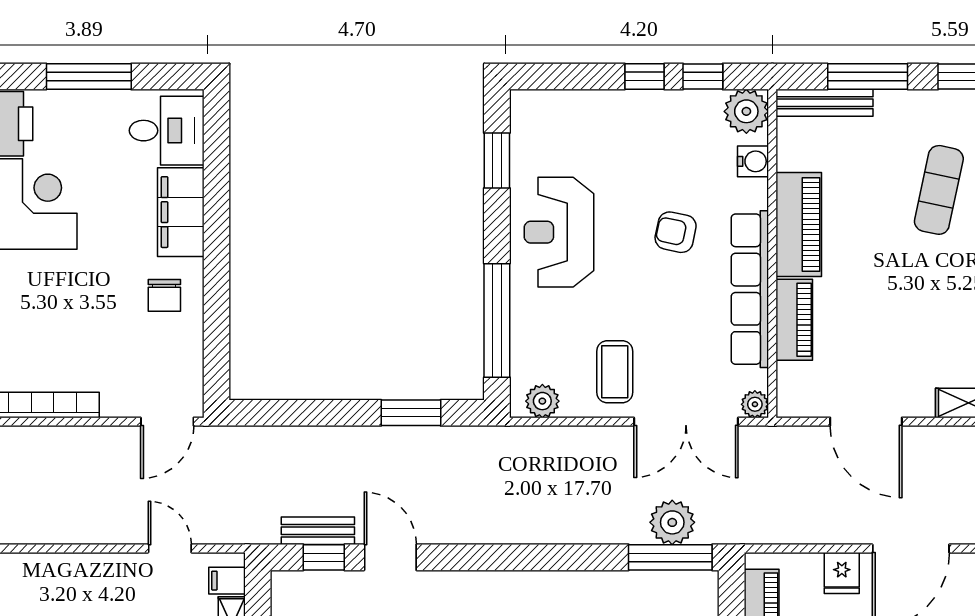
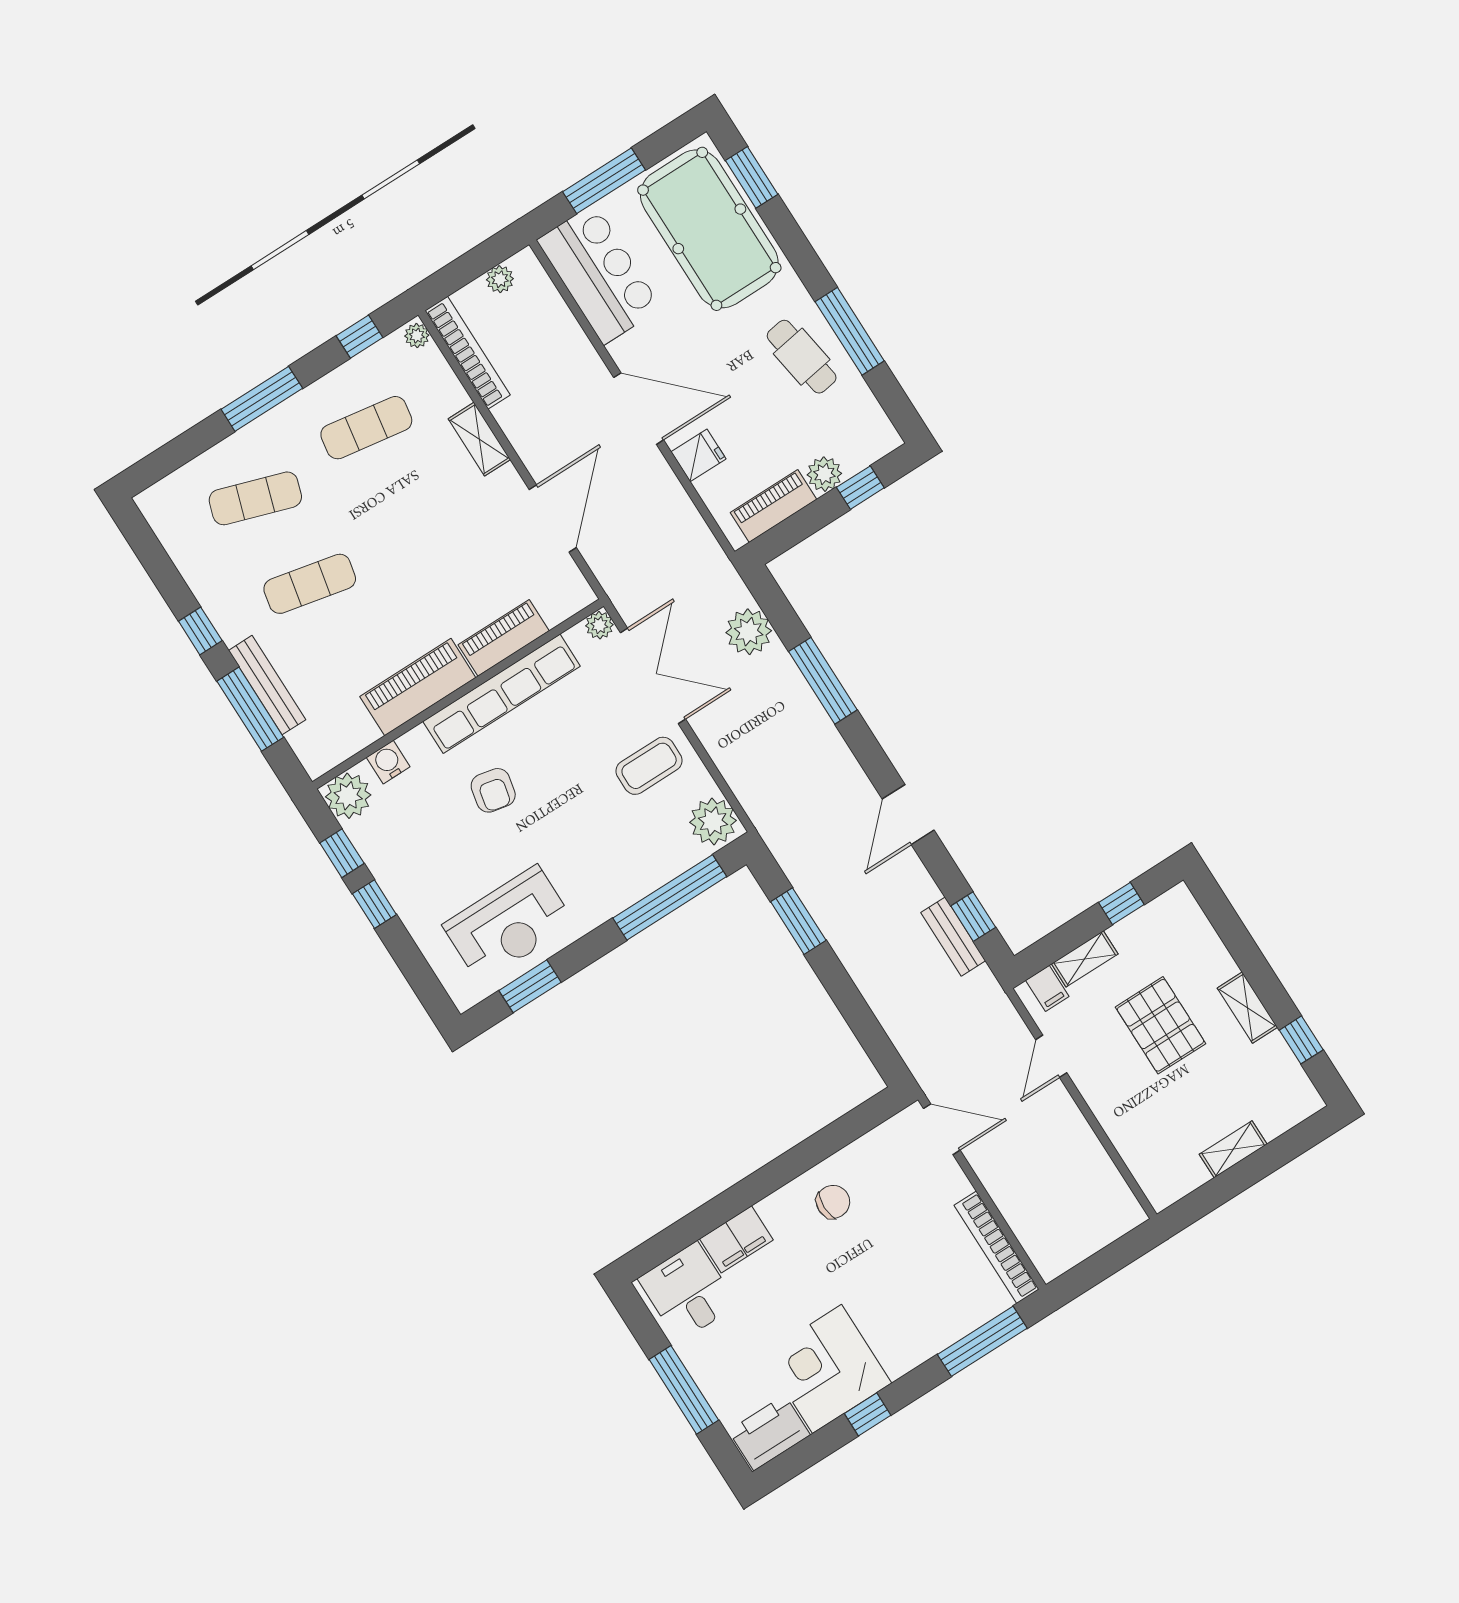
bench: (825, 103) -> (267, 685), moved
filing cabinet: (181, 212) -> (736, 1239), width x0.67, depth x0.86
reception desk: (559, 232) -> (509, 924), moved
plant: (542, 401) -> (713, 821), width x1.36, depth x1.36
door: (390, 557) -> (908, 815), moved
window: (670, 557) -> (823, 681), moved

